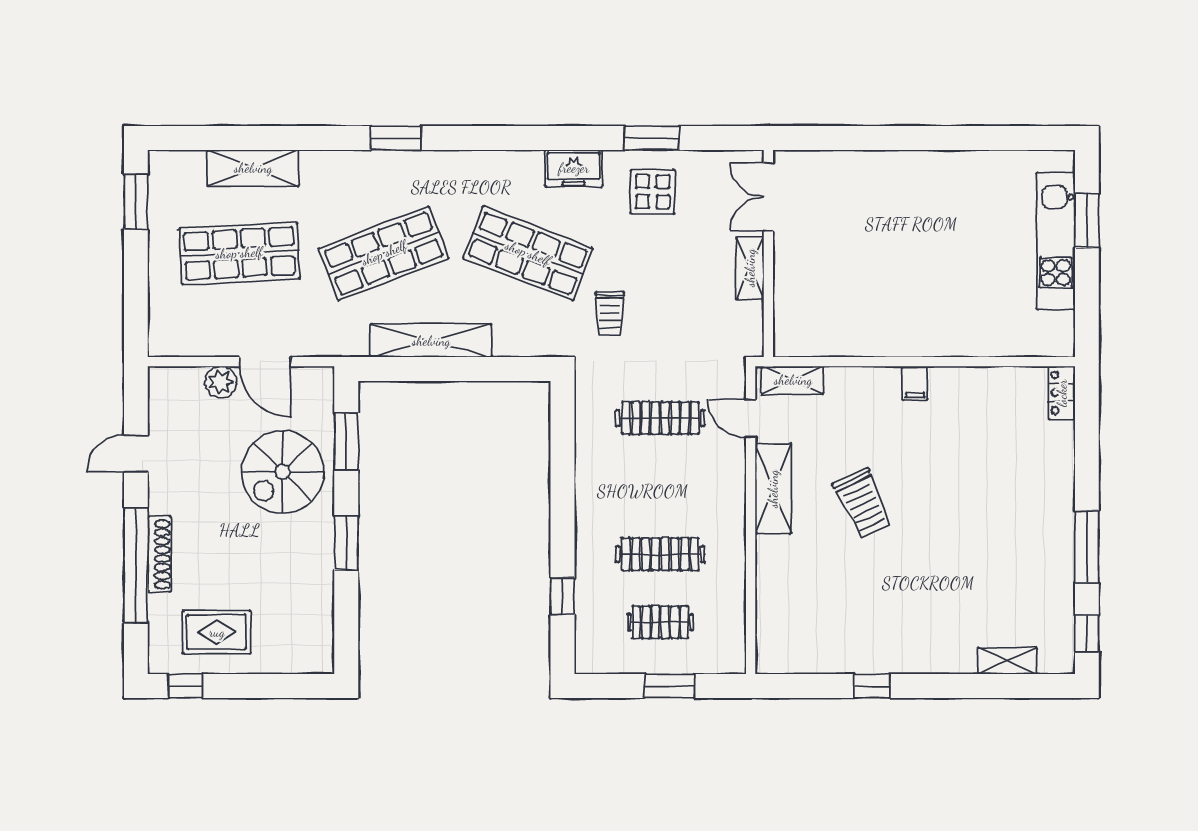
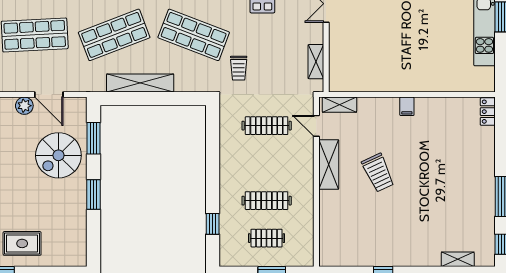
shelving: (750, 268) -> (316, 62), moved

